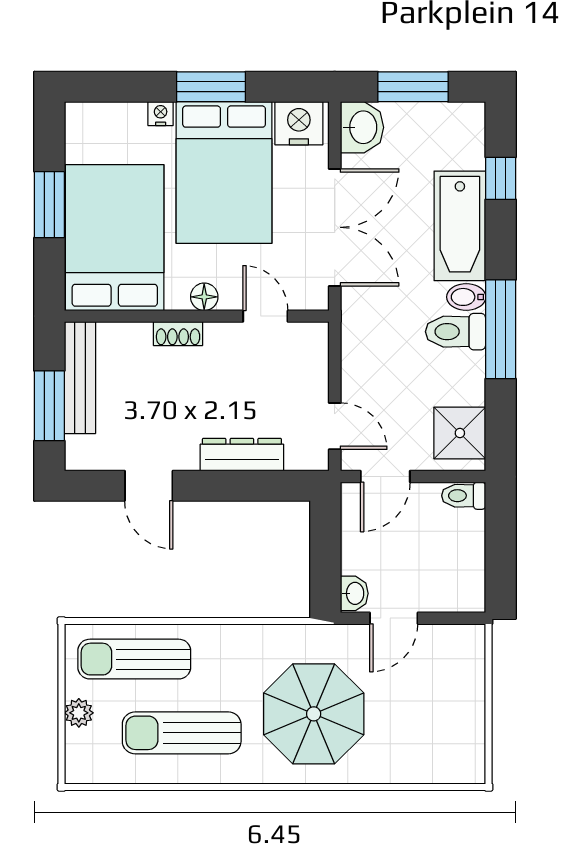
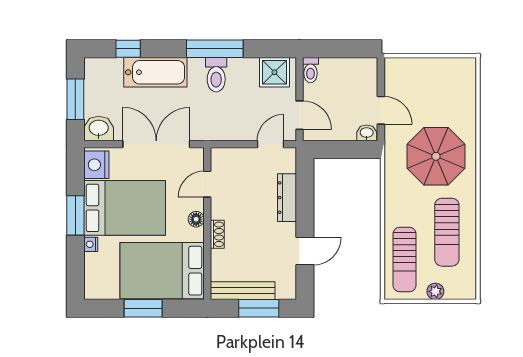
bidet: (466, 297) -> (196, 69), removed

